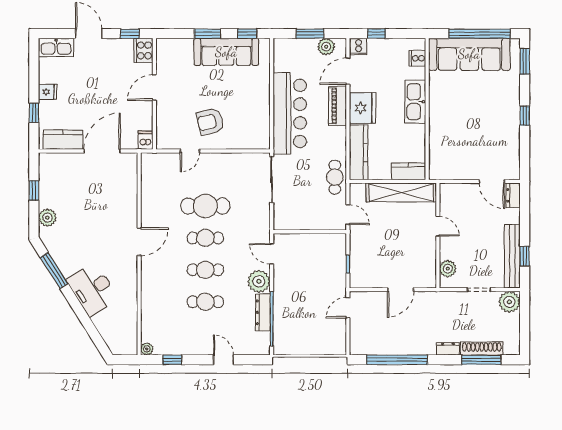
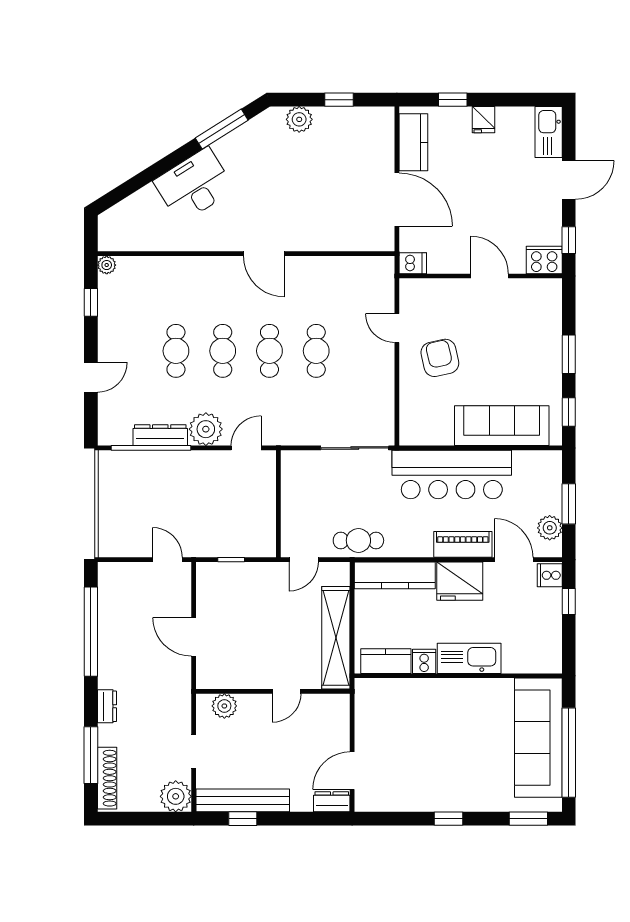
sofa: (226, 52) -> (502, 426), moved, turned 90
cooker: (417, 58) -> (424, 661), moved
kitchen counter: (409, 171) -> (386, 661), moved, turned -90
cafe table: (205, 206) -> (316, 351), width x0.73, depth x0.74
shoe rack: (482, 349) -> (107, 778), moved

